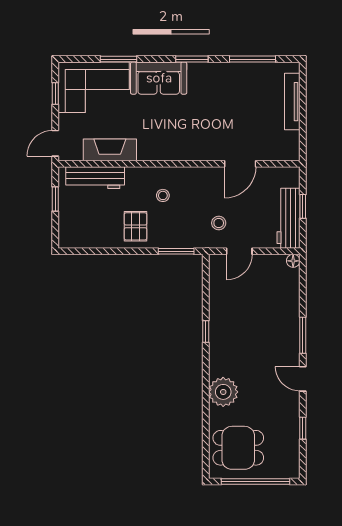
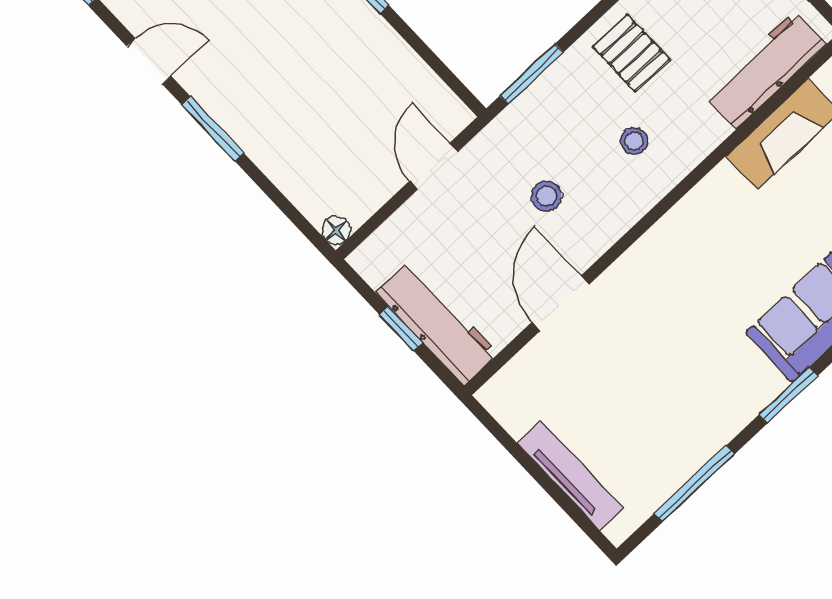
workbench: (289, 218) -> (437, 323), moved
stool: (219, 223) -> (547, 196), moved

